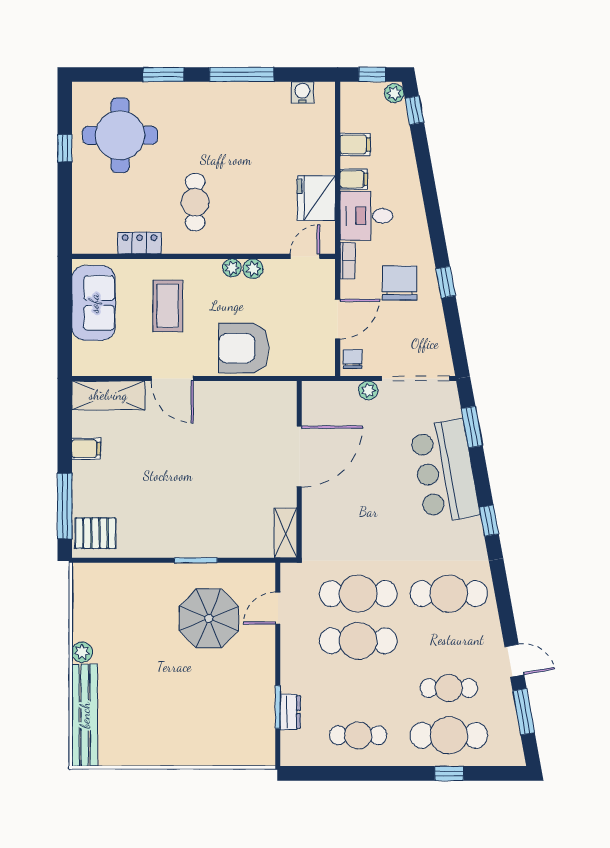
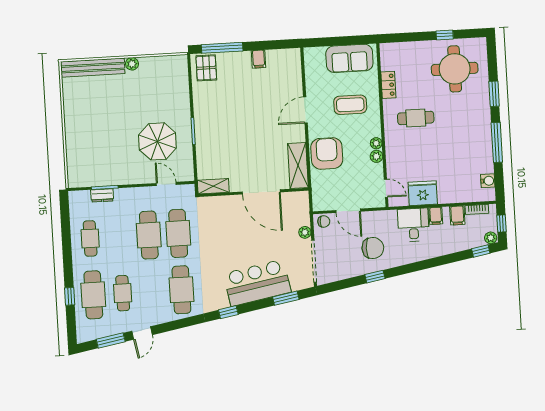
bookcase: (347, 261) -> (477, 209), moved
shelving: (108, 395) -> (298, 166), moved

